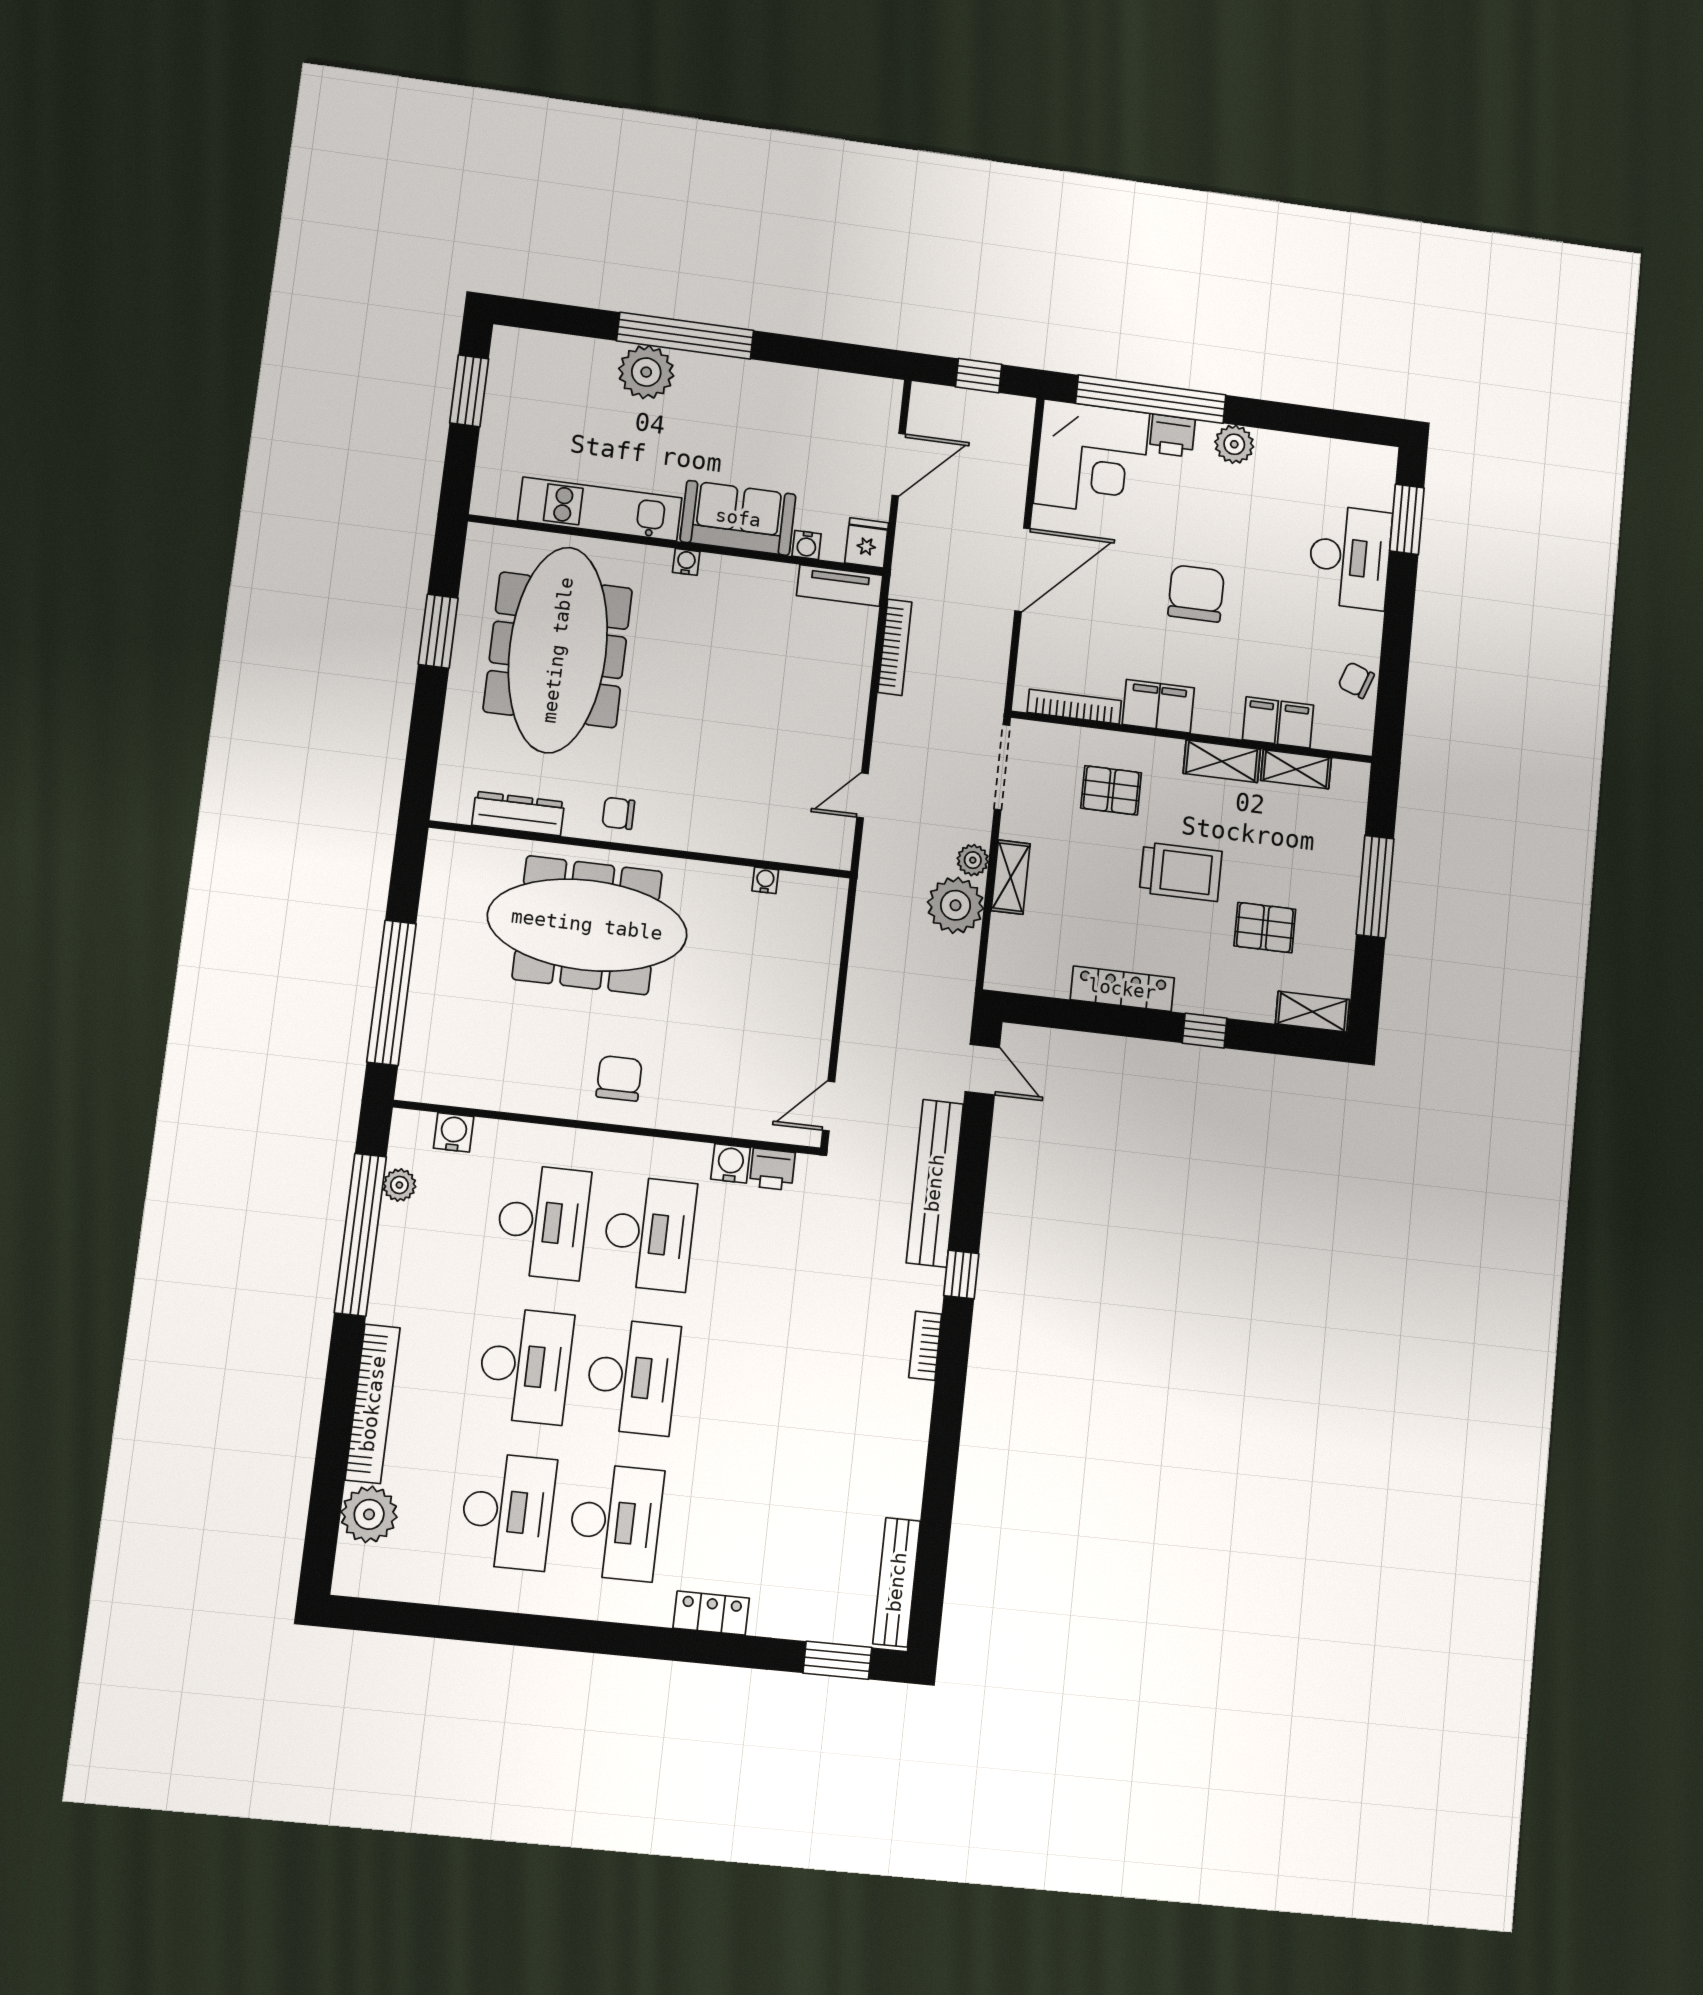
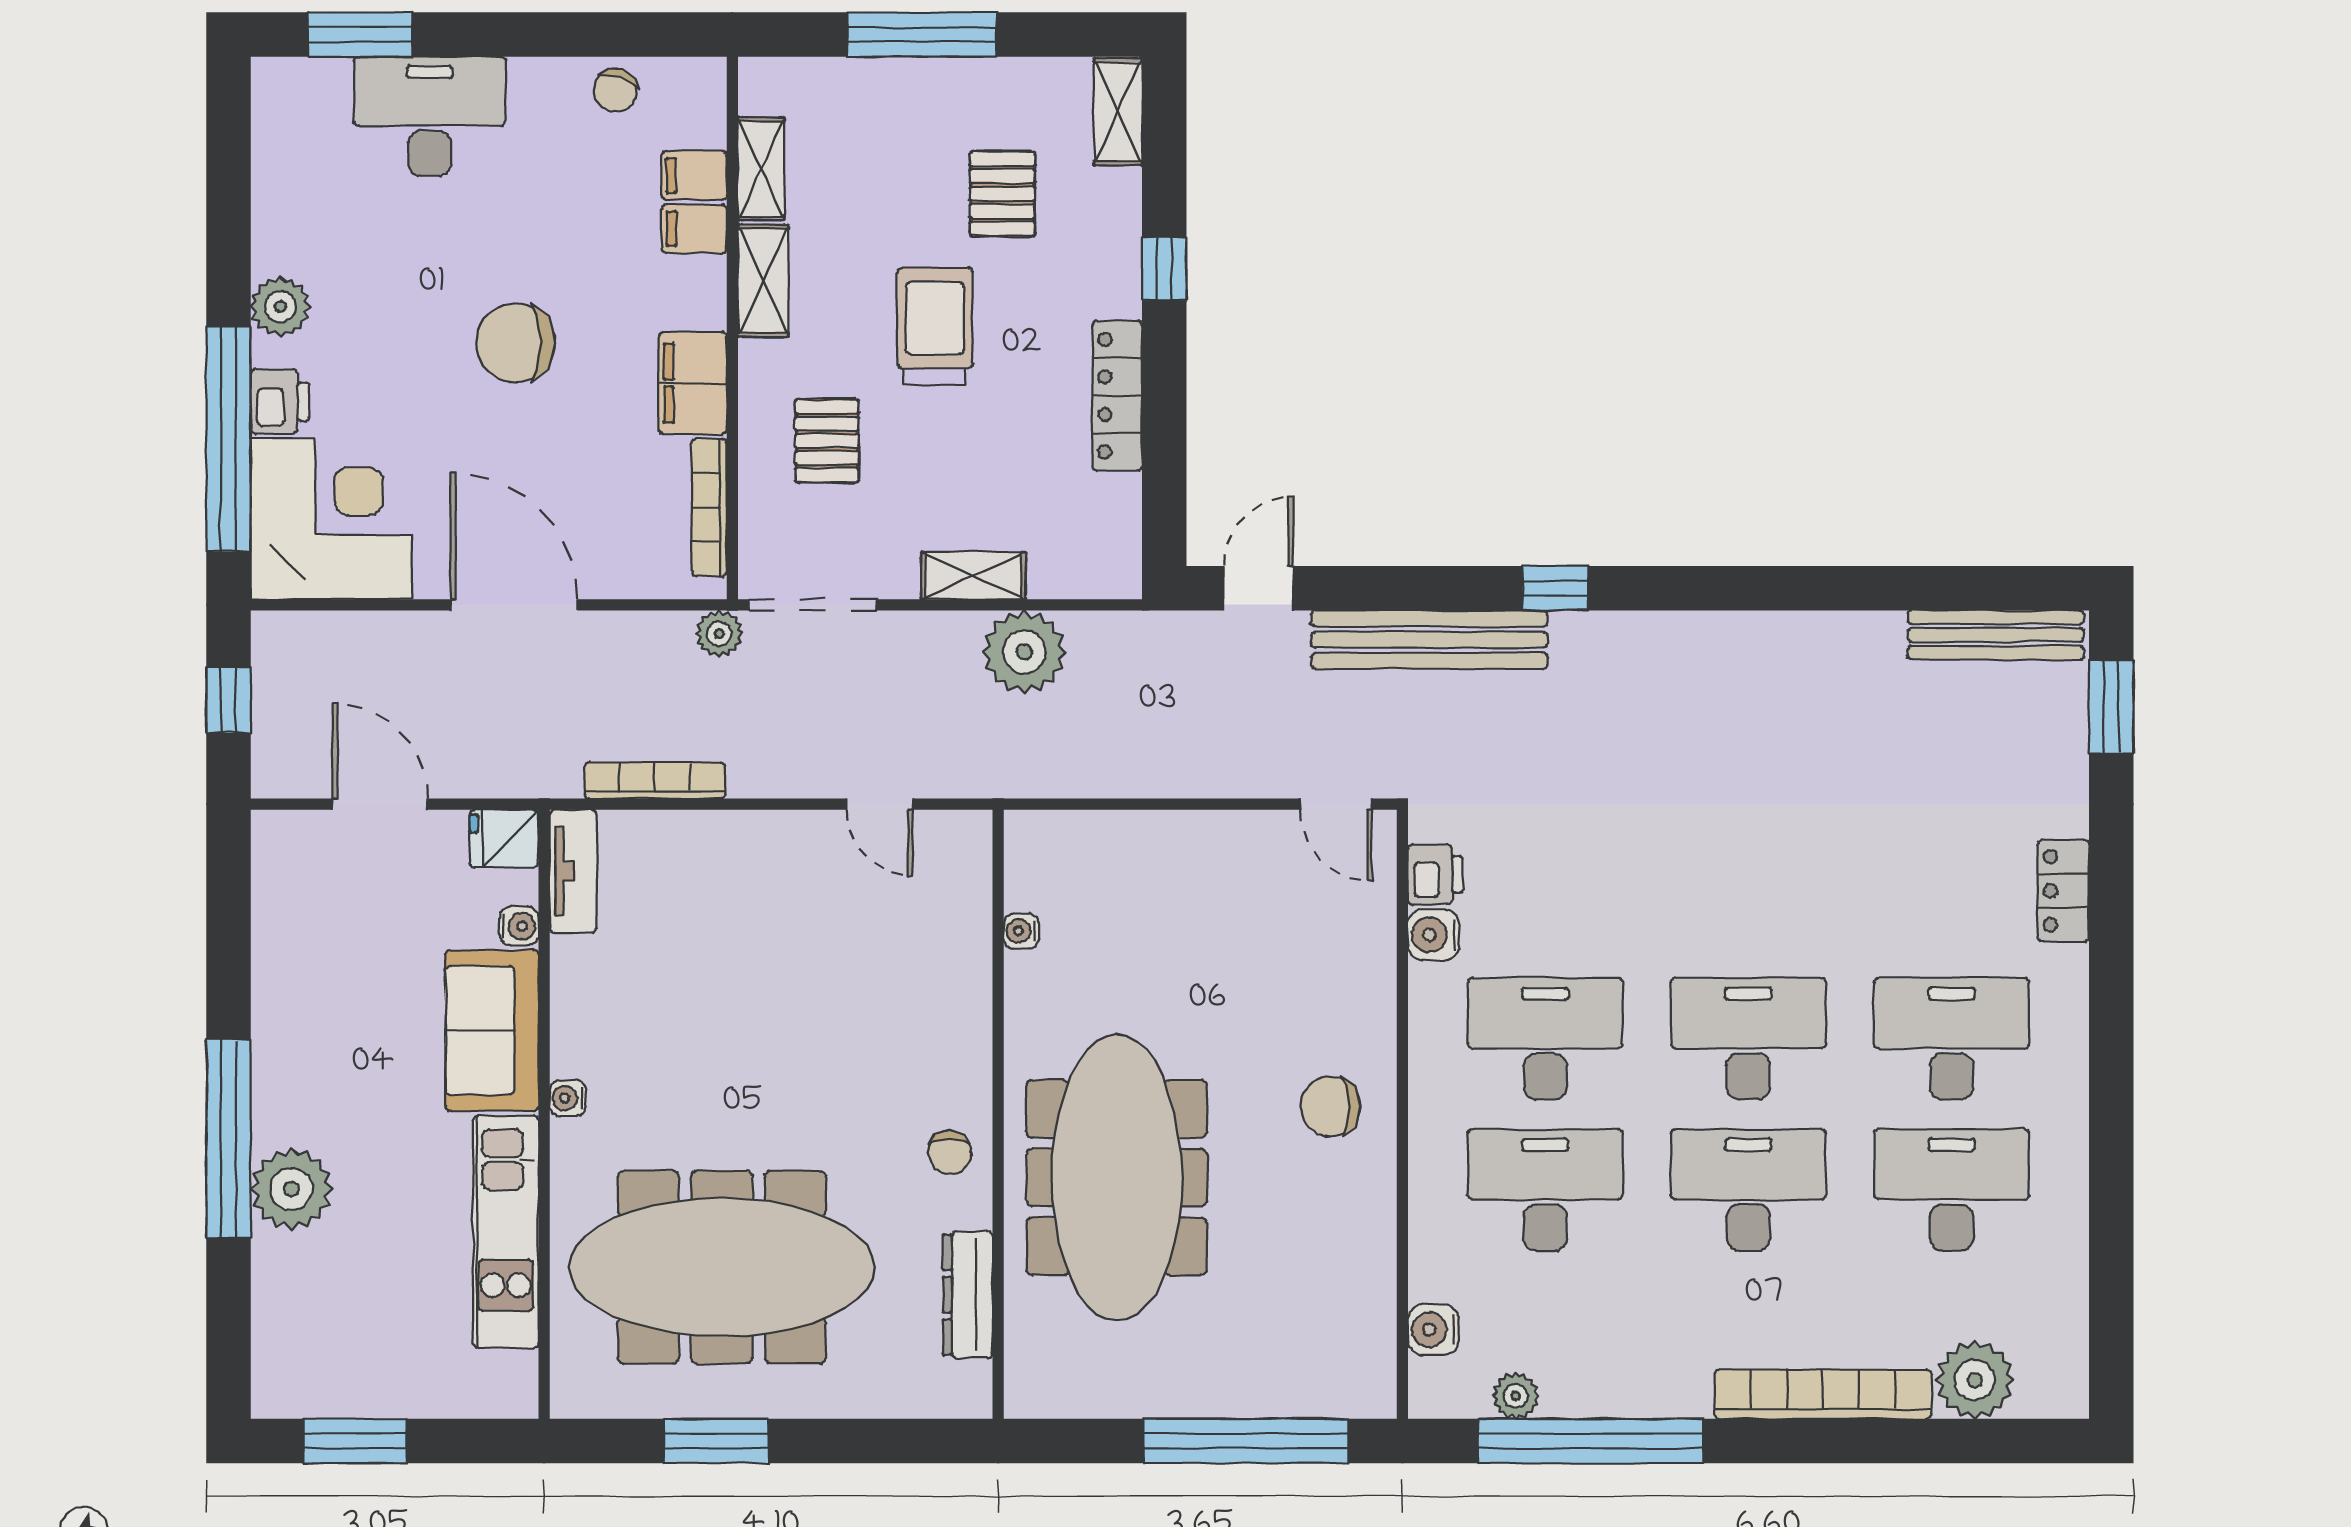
plant: (973, 860) -> (719, 634), moved
bookcase: (925, 1346) -> (1661, 629), removed

